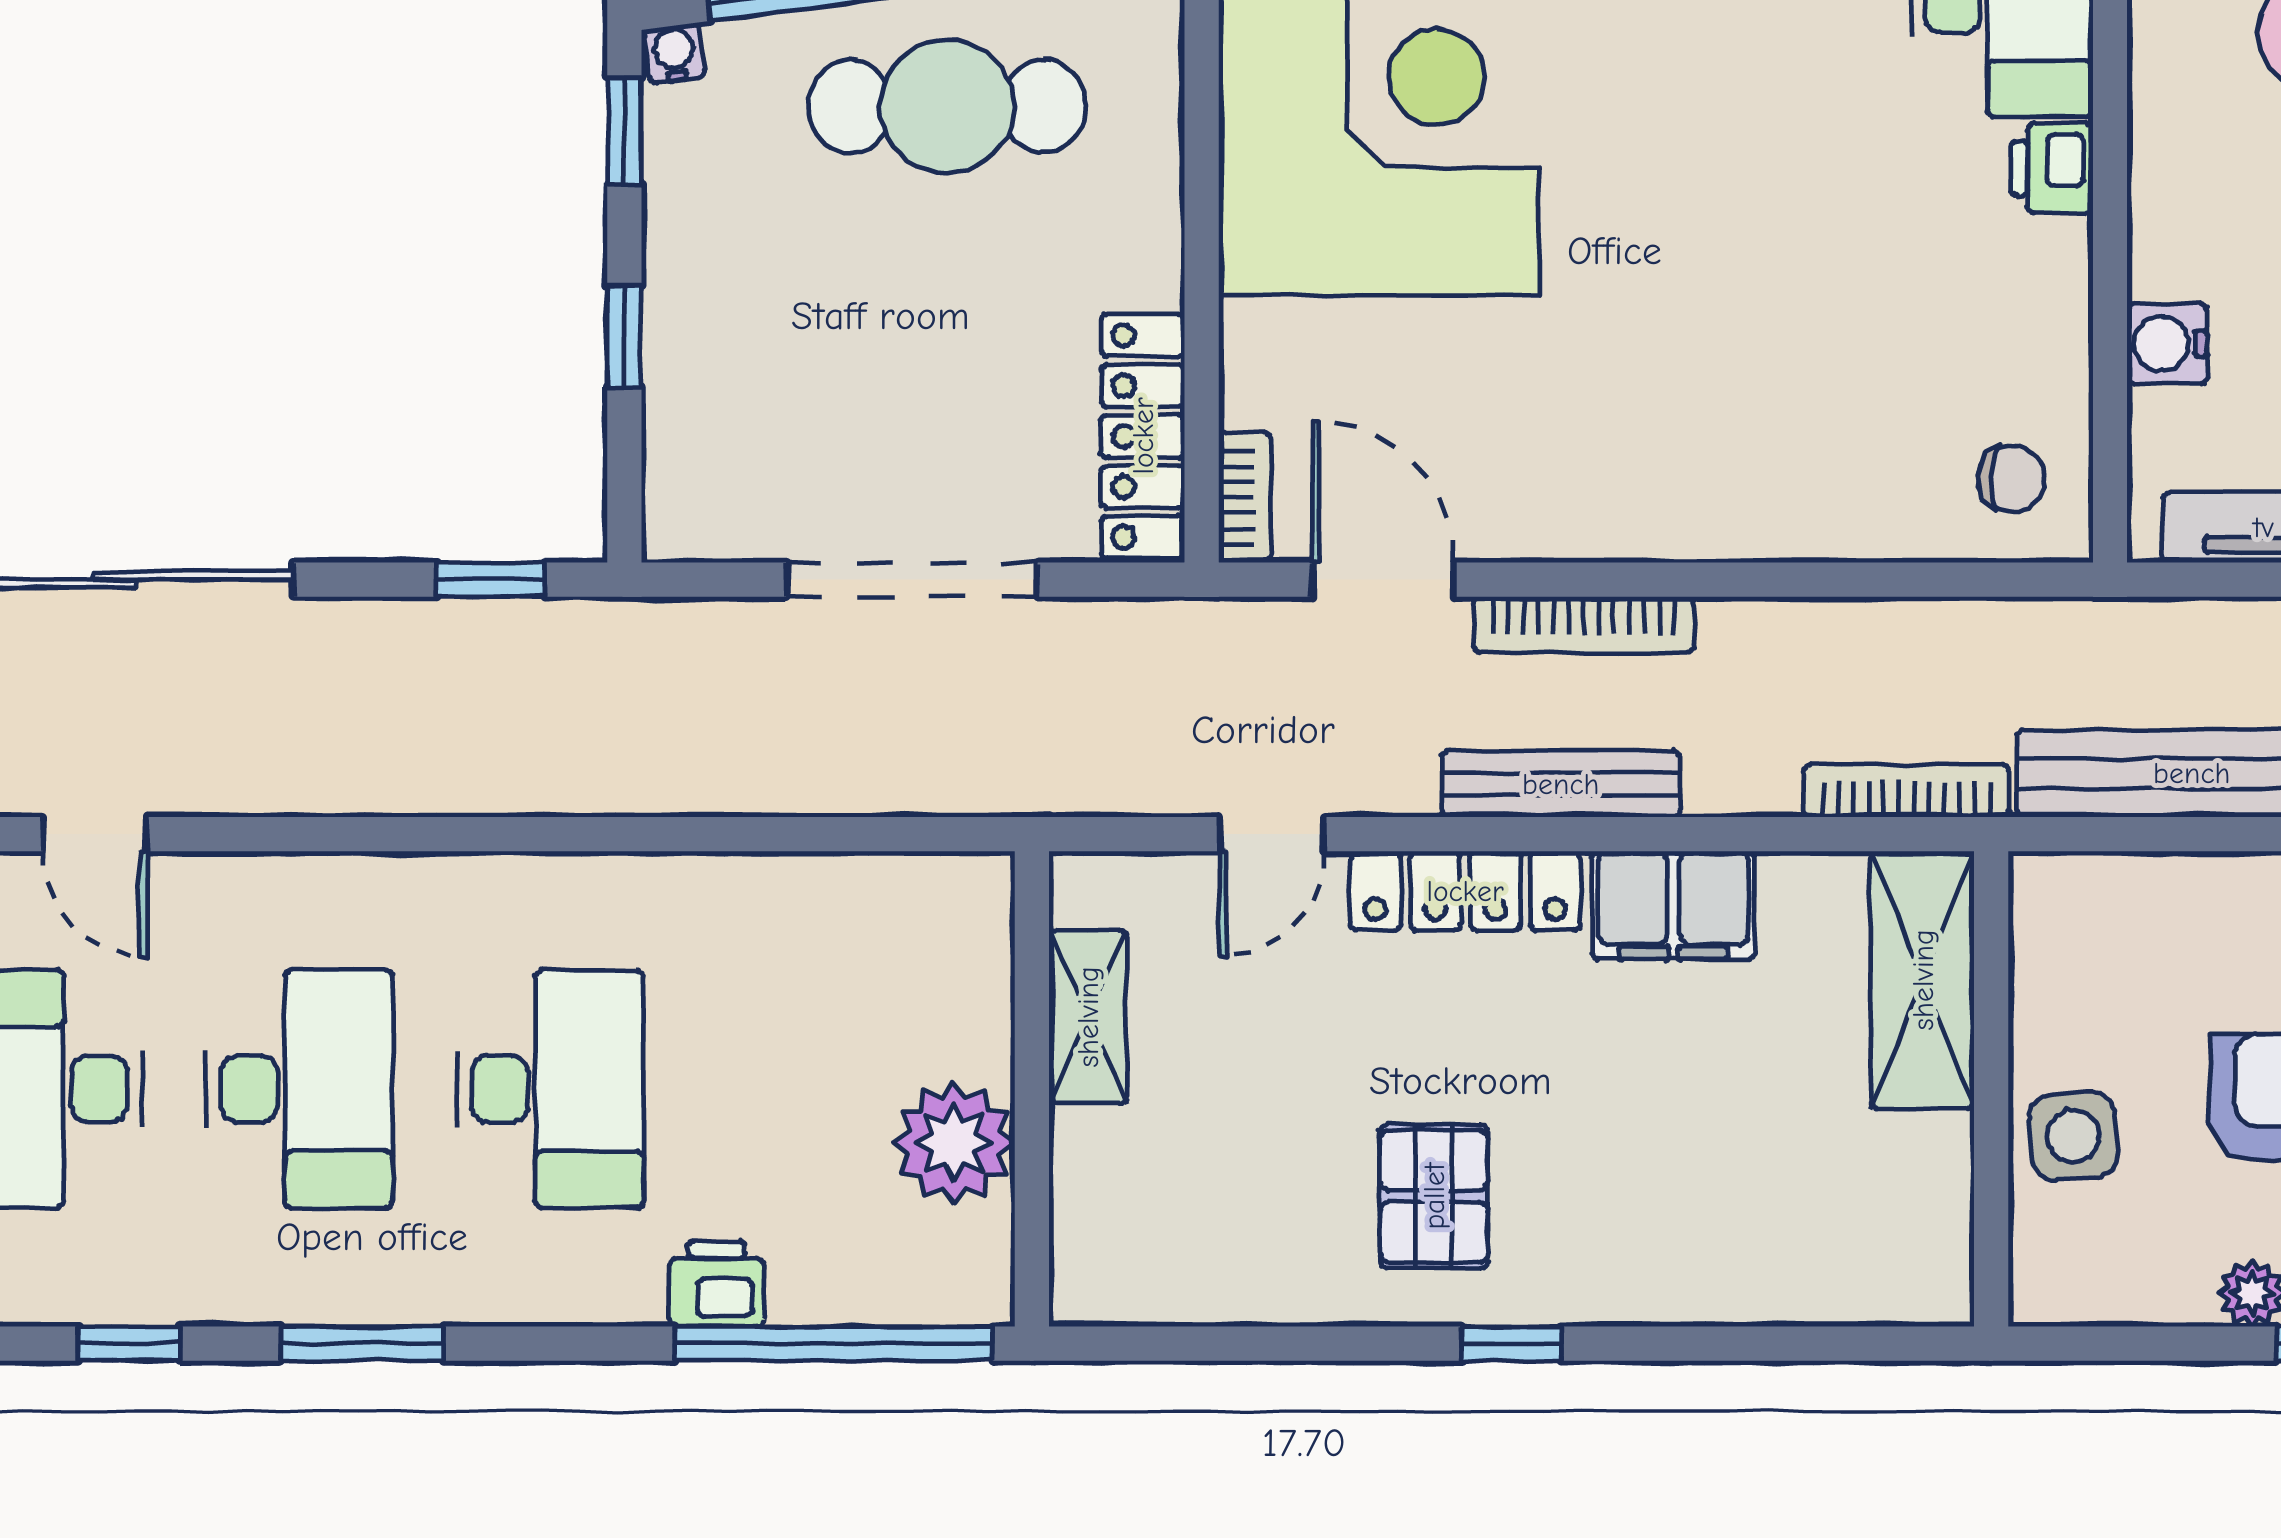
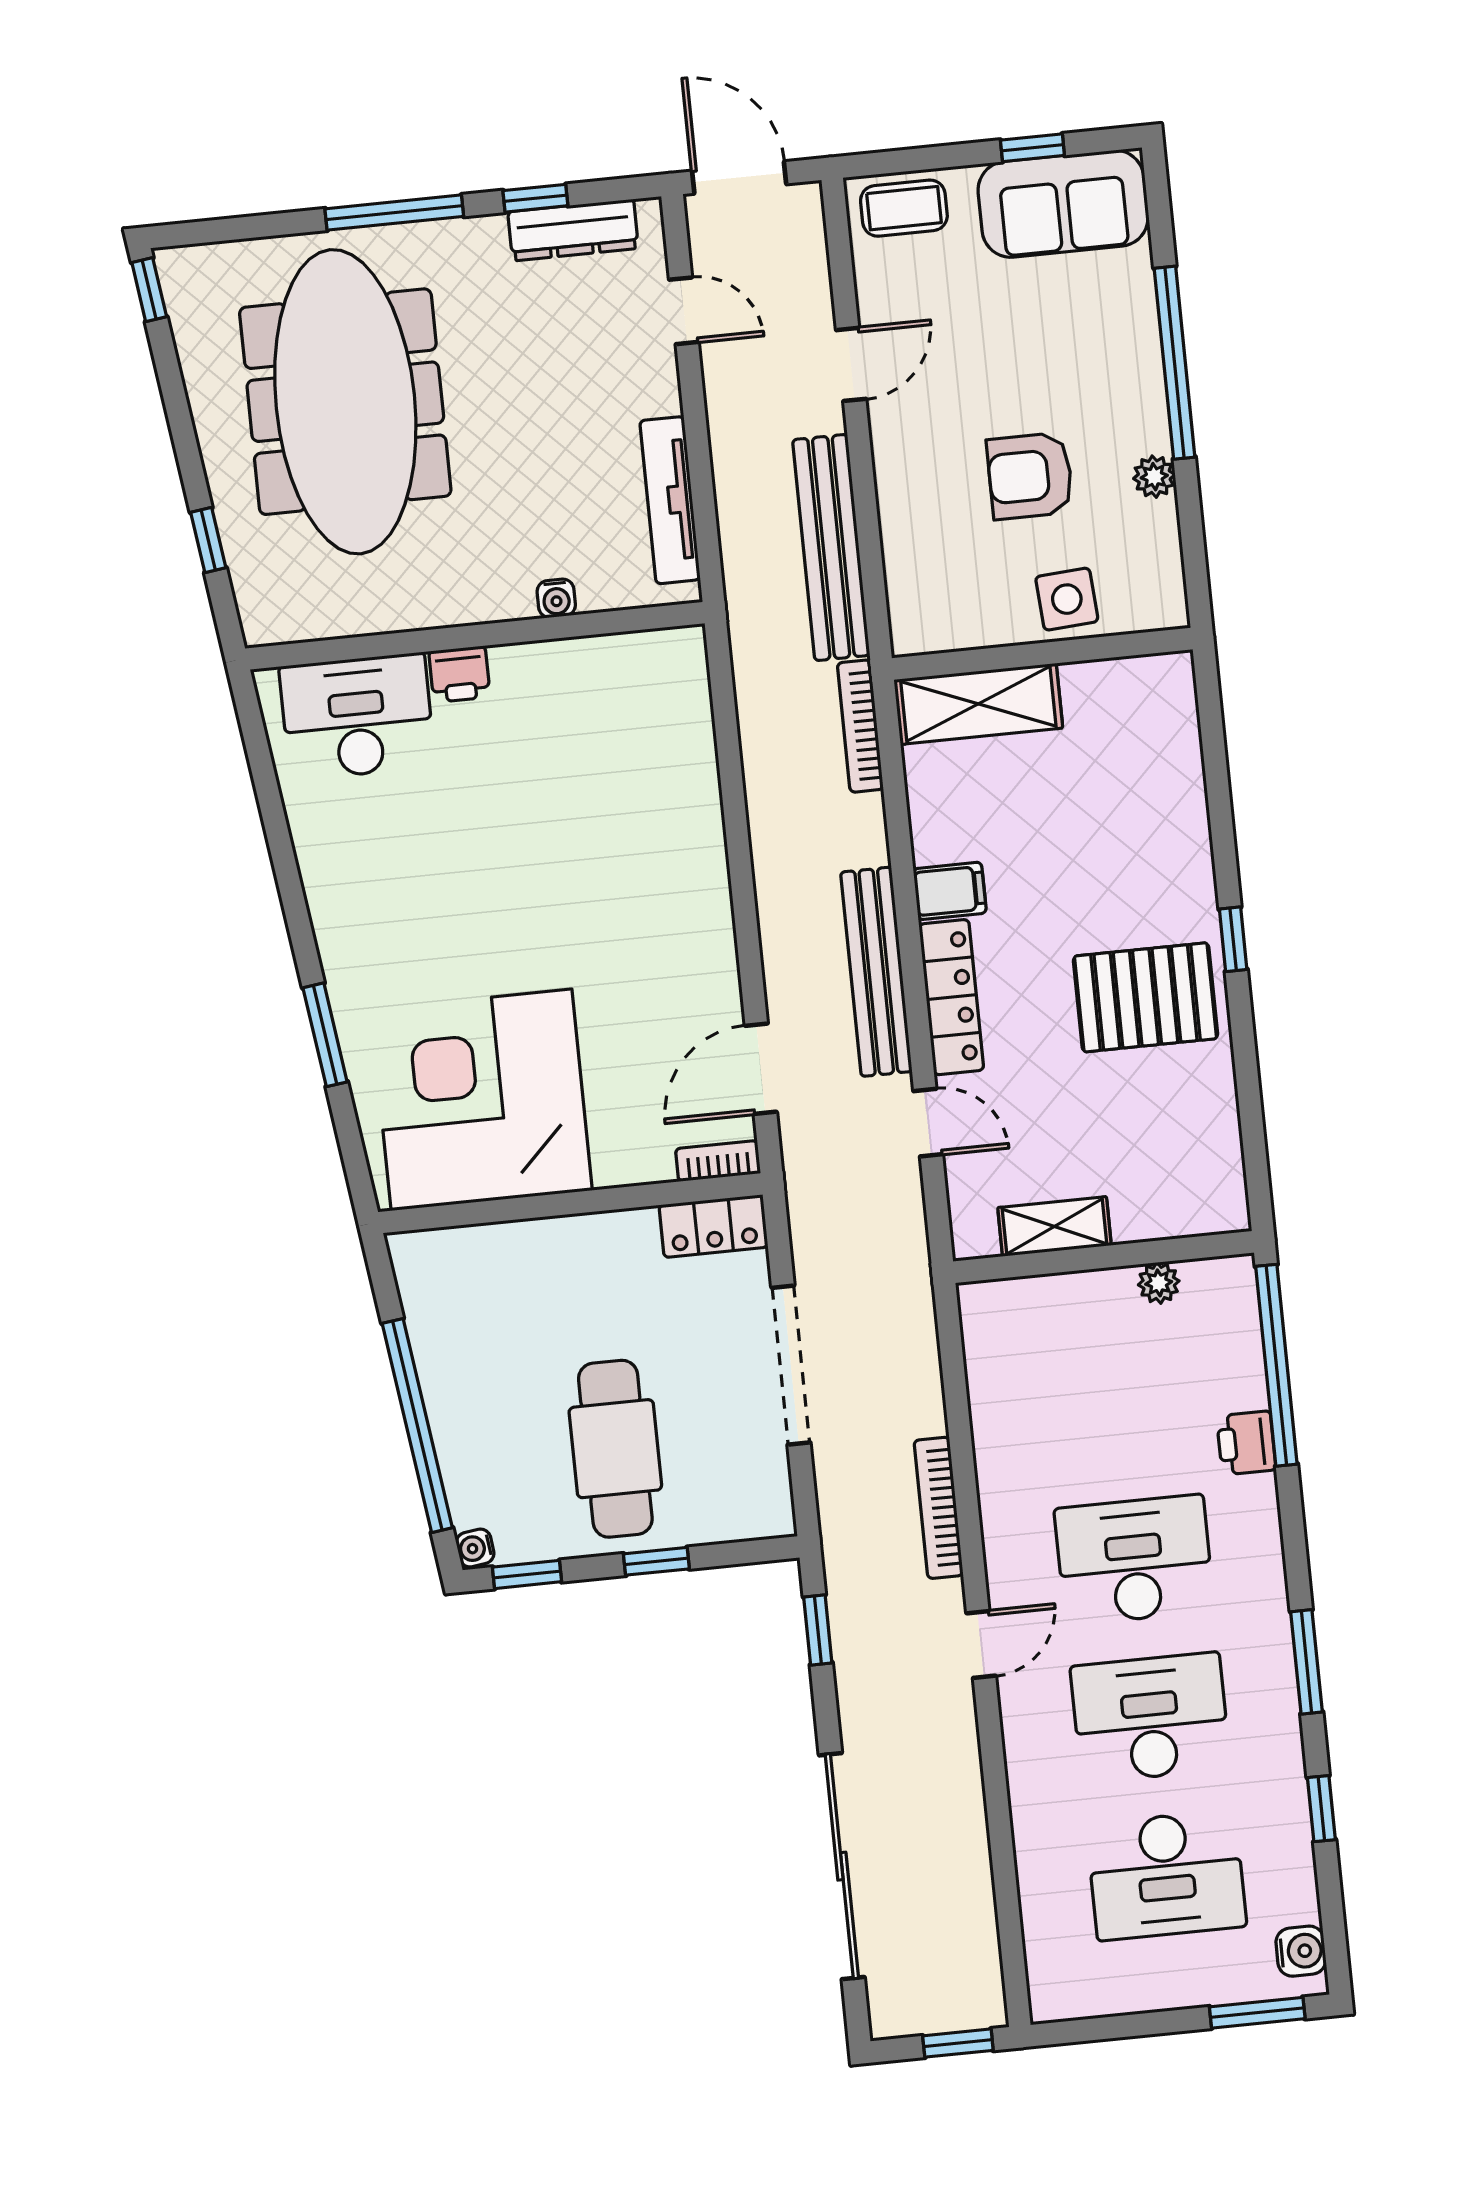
cafe table: (947, 106) -> (615, 1449), moved
water cooler: (2167, 344) -> (556, 598), width x0.72, depth x0.72
locker: (1143, 436) -> (713, 1226), width x0.66
chair: (2011, 479) -> (657, 680), removed
bookcase: (1584, 625) -> (939, 1508), moved, turned 180
bench: (1561, 784) -> (876, 972), width x1.37, depth x1.21
door: (95, 834) -> (981, 1644), moved
filing cabinet: (1673, 905) -> (950, 891), width x0.50
plant: (954, 1143) -> (1159, 1283), width x0.53, depth x0.53
pallet: (1434, 1196) -> (1145, 997), width x1.50, depth x1.42

